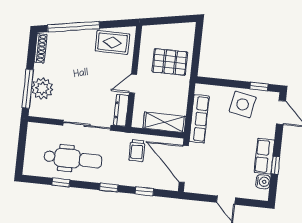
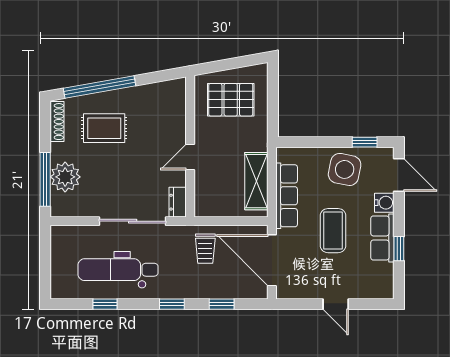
rug: (112, 42) -> (104, 128), moved
pallet: (170, 62) -> (231, 100), moved
dresser: (121, 110) -> (178, 202), width x0.70
shelving: (164, 122) -> (256, 181), moved, turned 90
coffee table: (230, 147) -> (333, 231), added
dental chair: (73, 159) -> (118, 270), turned 180
water cooler: (263, 182) -> (384, 203), moved

